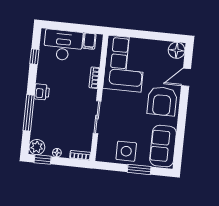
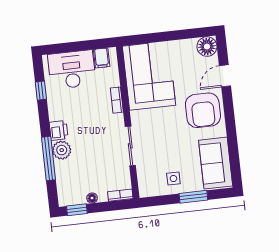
plant: (37, 147) -> (62, 150), moved
side table: (126, 151) -> (173, 179), width x0.54, depth x0.54

